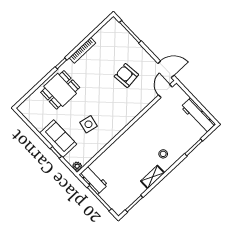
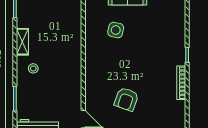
armchair: (126, 76) -> (126, 99), turned 116
dining table: (60, 90) -> (166, 34), removed

